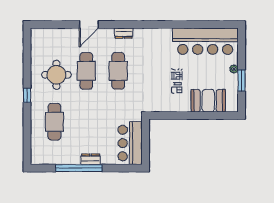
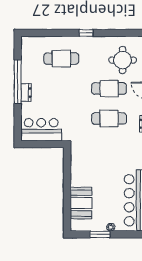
round table: (56, 75) -> (123, 60), moved

